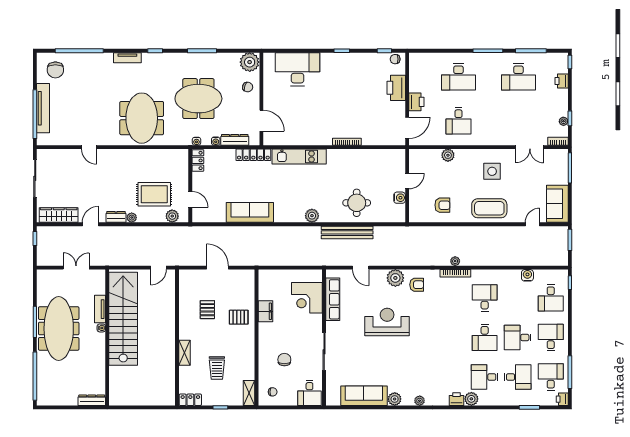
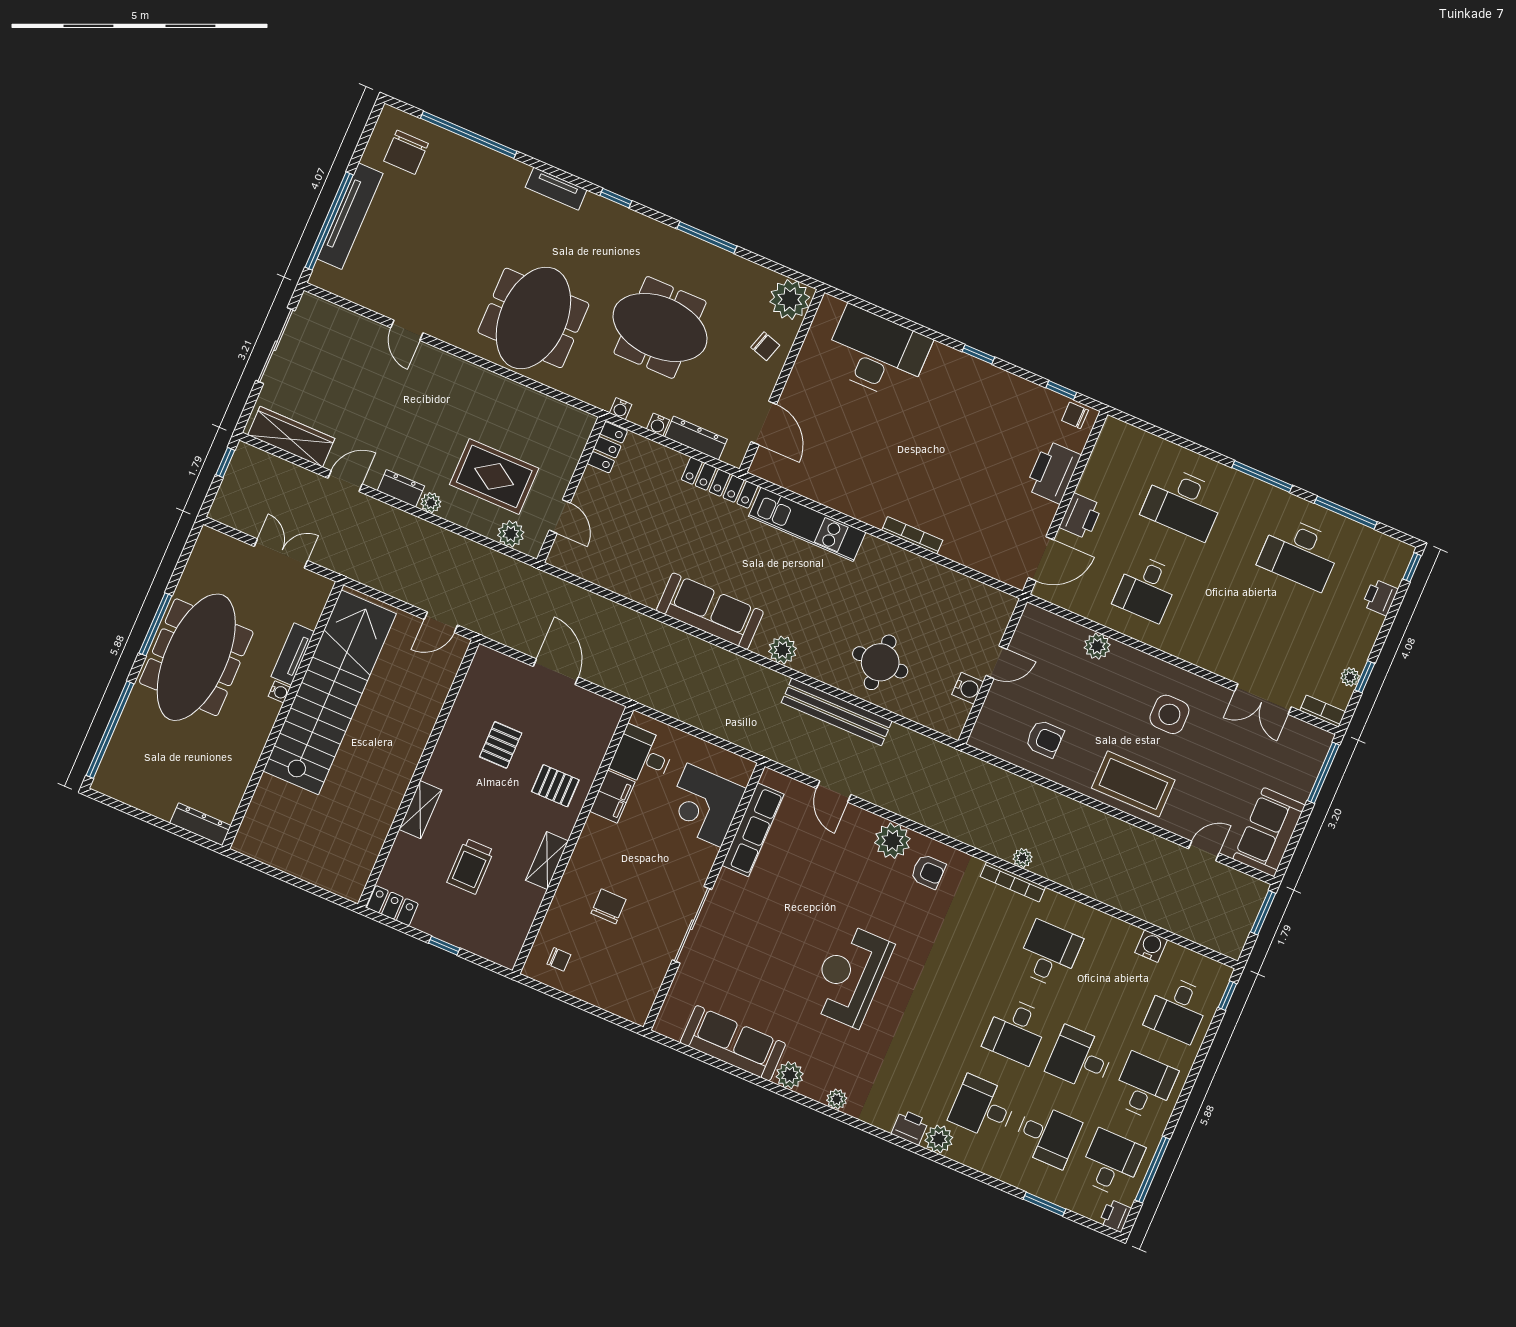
sofa: (250, 212) -> (710, 611), moved
reception desk: (387, 322) -> (850, 976), moved, turned -90
shelving: (249, 393) -> (547, 861), moved
desk: (309, 393) -> (642, 756), moved, turned 90

